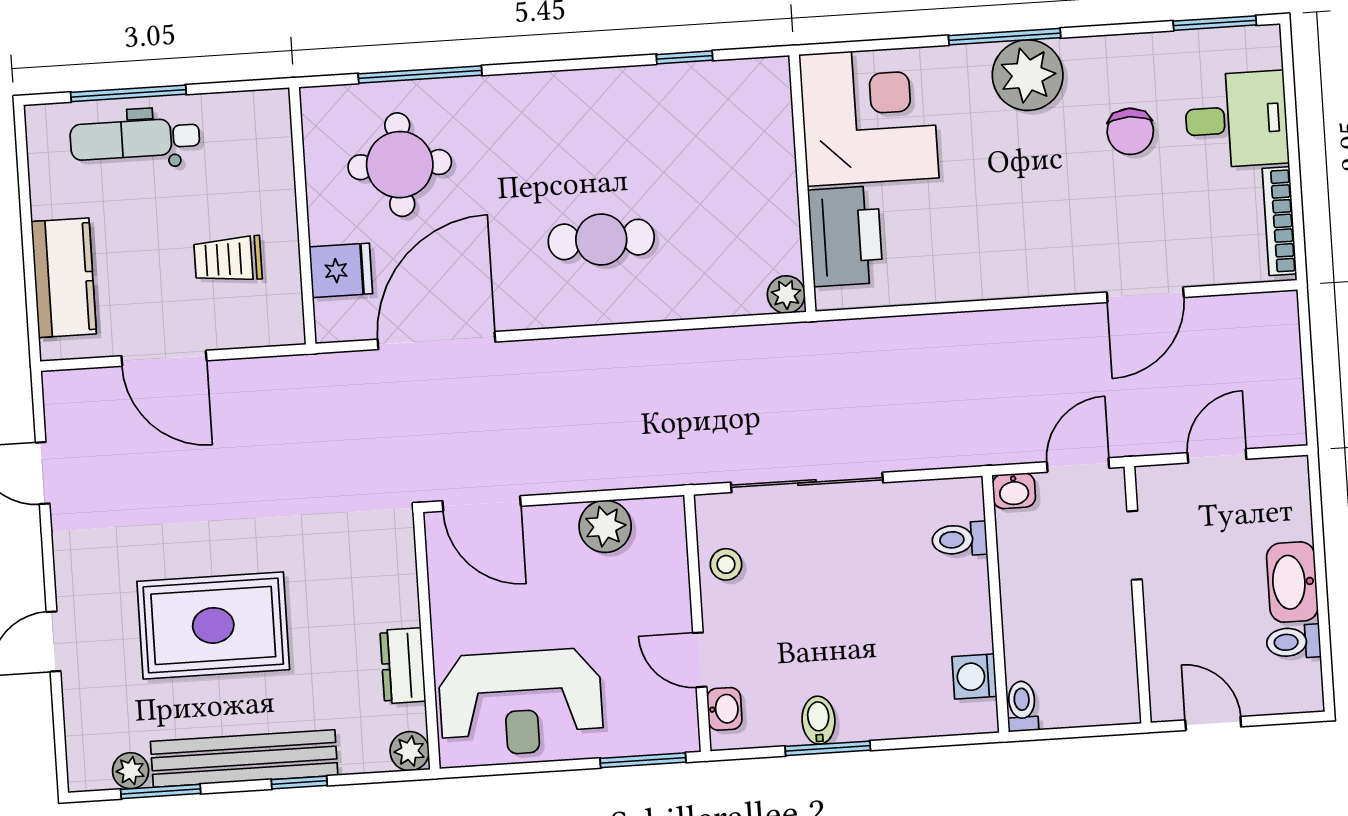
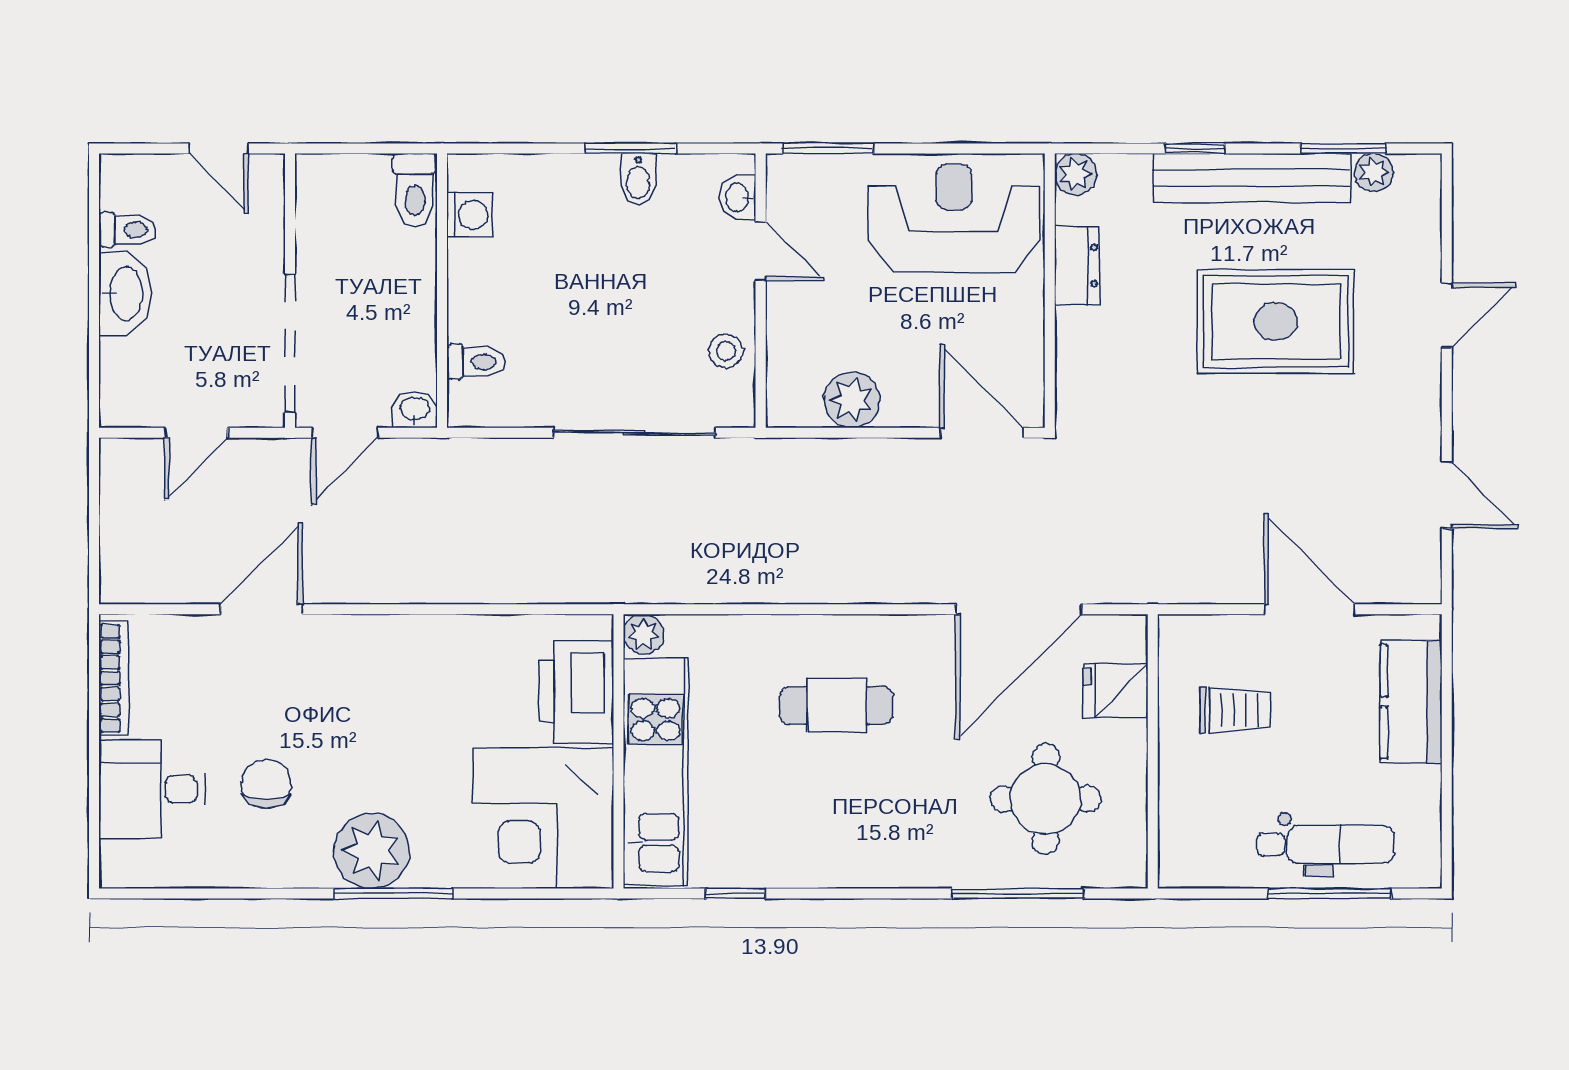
window: (1215, 23) -> (169, 893), removed
kitchen unit: (767, 166) -> (655, 772), added
doorway: (1135, 545) -> (290, 343), width x1.88
toilet: (1022, 706) -> (415, 190), width x1.37, depth x1.39

